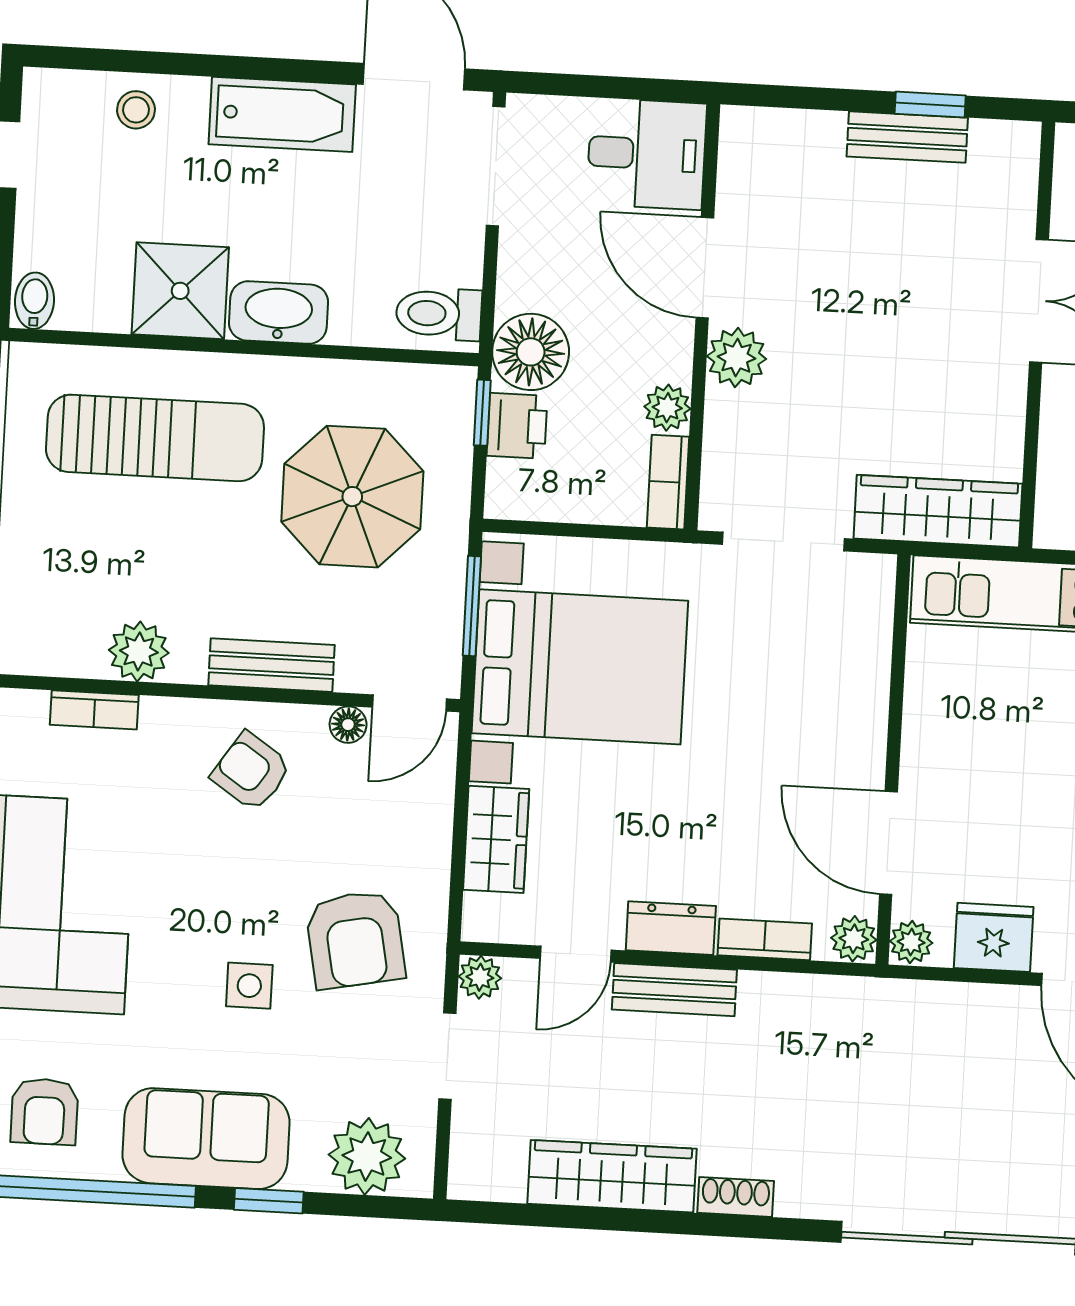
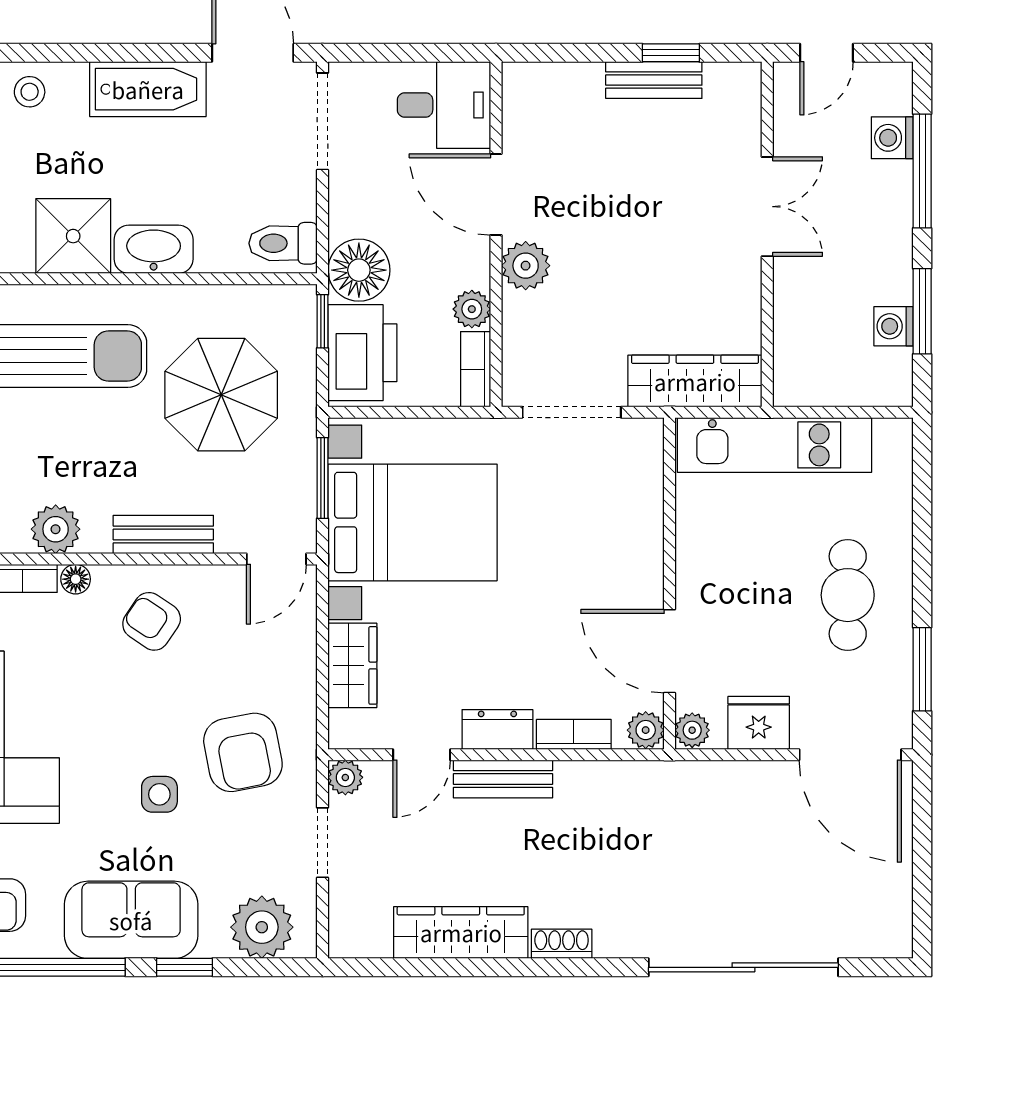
printer: (517, 426) -> (362, 353), width x1.87, depth x1.48
floor lamp: (348, 725) -> (76, 579), moved

